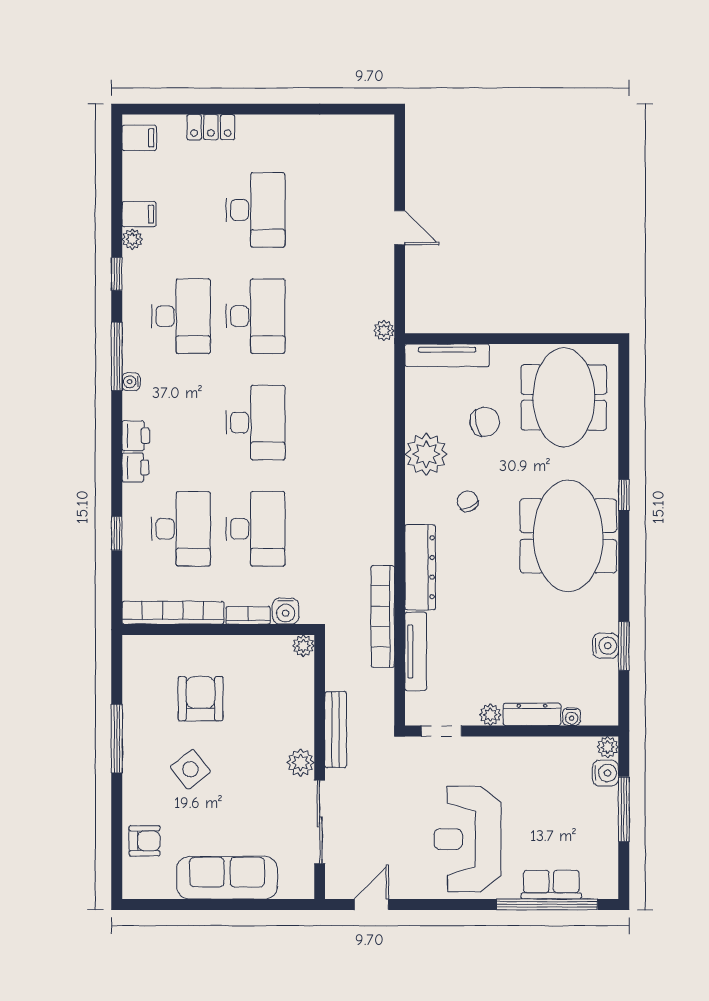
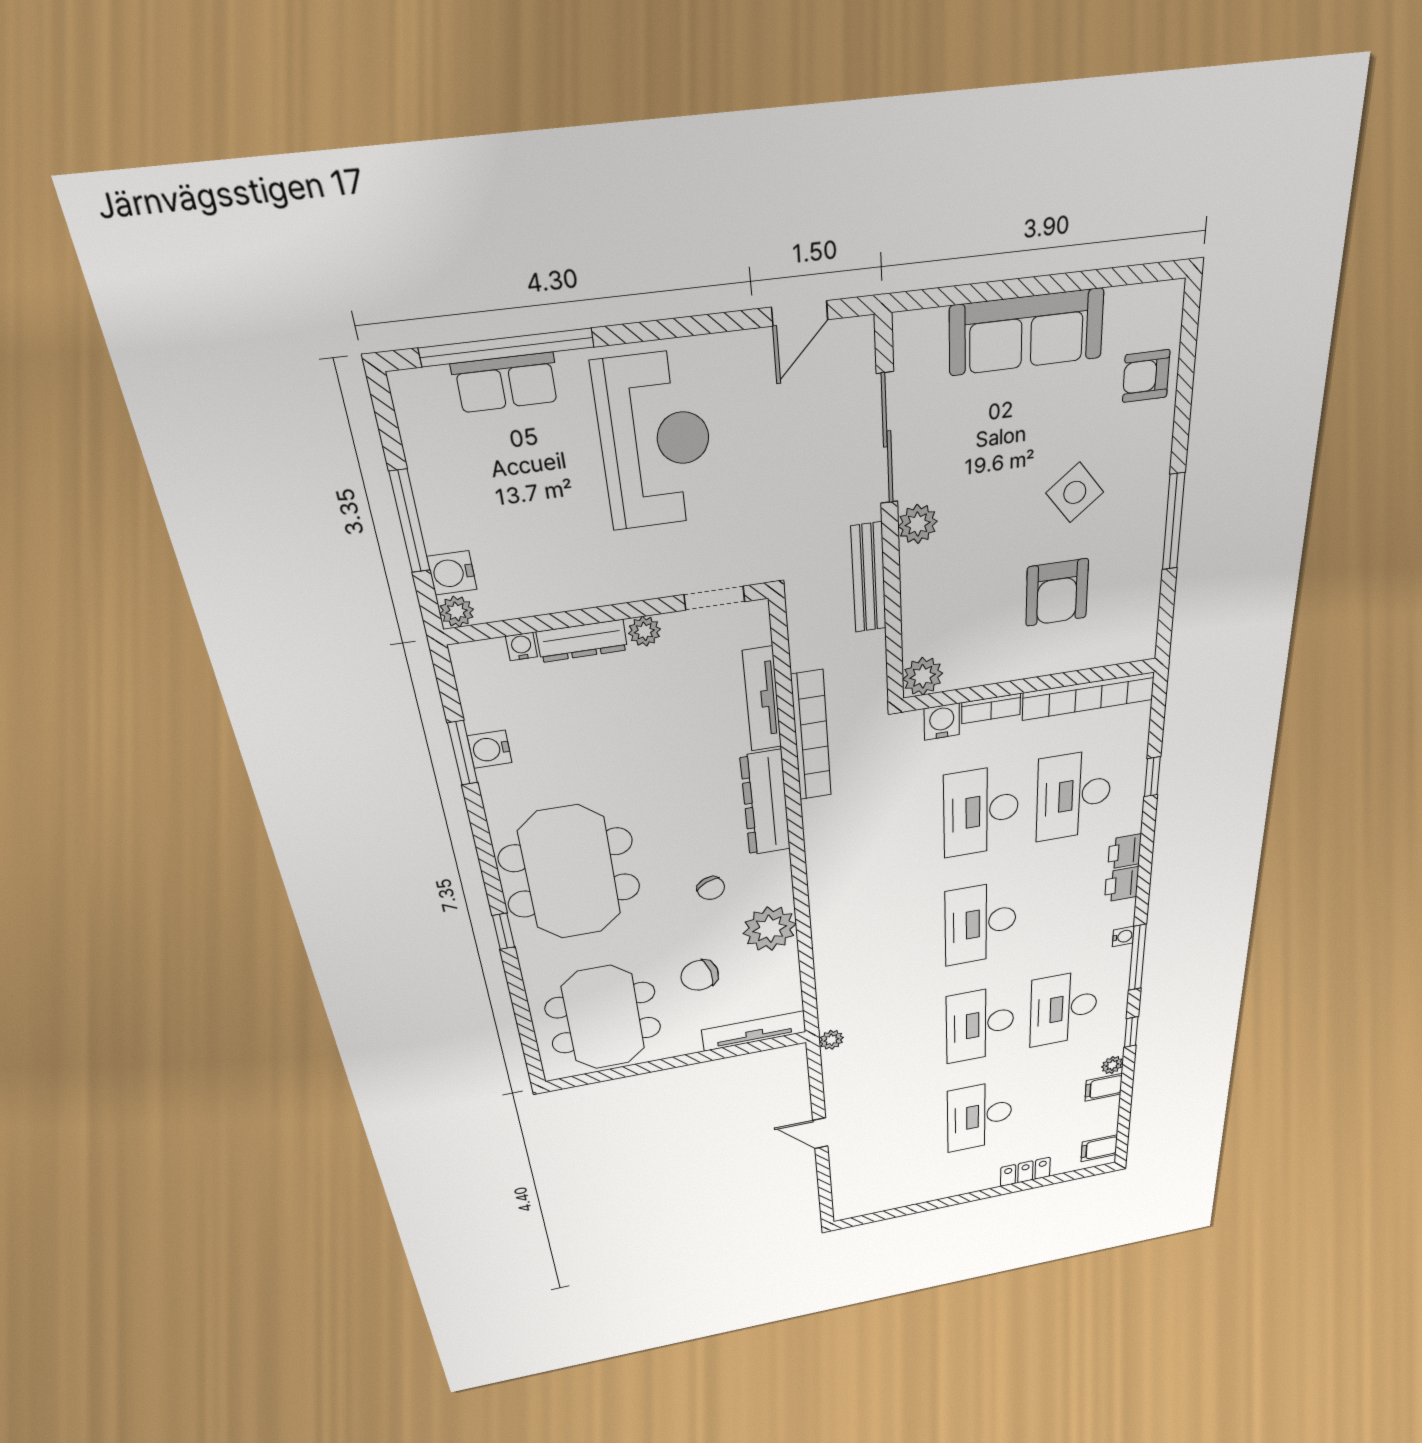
plant: (303, 646) -> (923, 676), width x1.38, depth x1.38

